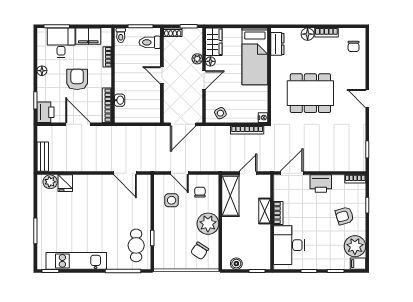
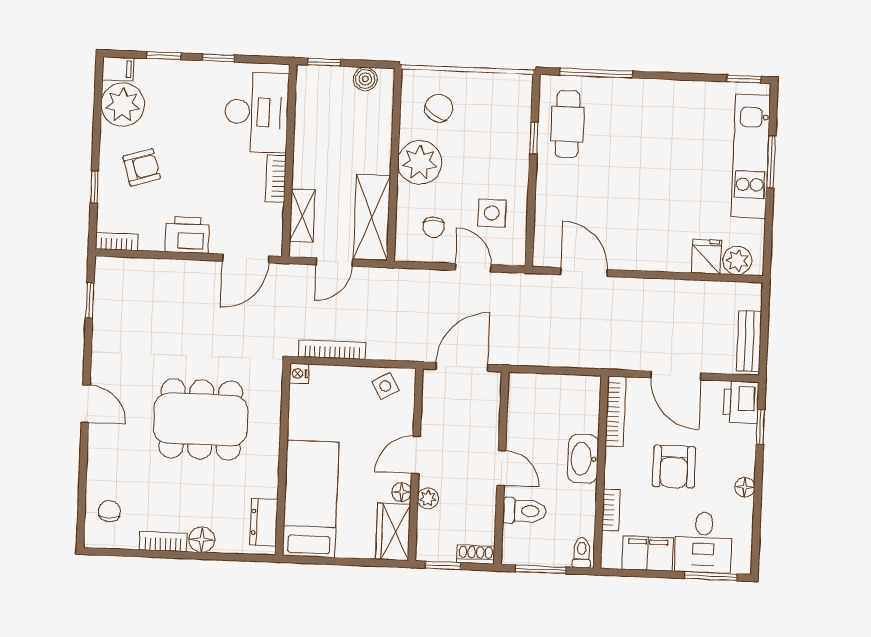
toilet: (150, 42) -> (524, 511), moved
washbasin: (120, 100) -> (583, 459), moved, width x1.91, depth x1.45
bench: (43, 157) -> (749, 341), moved
shelving: (265, 211) -> (302, 216), moved
kitchen unit: (76, 261) -> (751, 156), moved, turned 90

